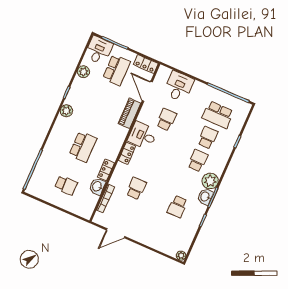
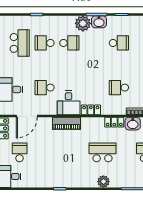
school desk: (117, 70) -> (20, 152), width x0.54
plant: (83, 72) -> (34, 182), removed
plant: (66, 111) -> (103, 182), moved
piano: (130, 113) -> (67, 123), moved
school desk: (198, 161) -> (69, 43), turned 180

